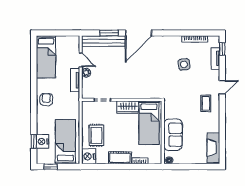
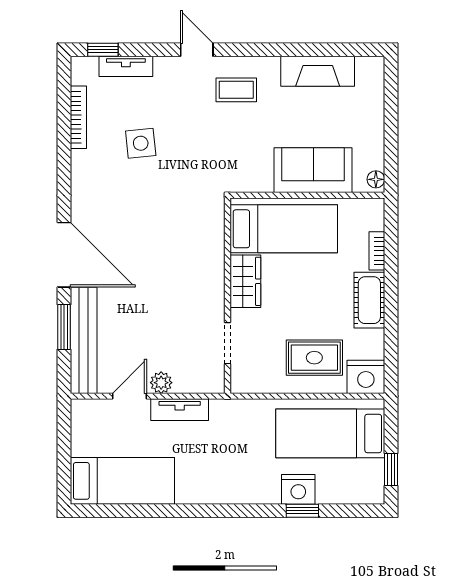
armchair: (46, 99) -> (227, 480), removed
window: (34, 141) -> (302, 511), moved
nightstand: (43, 141) -> (298, 489), moved
fireplace: (213, 148) -> (318, 71), moved

